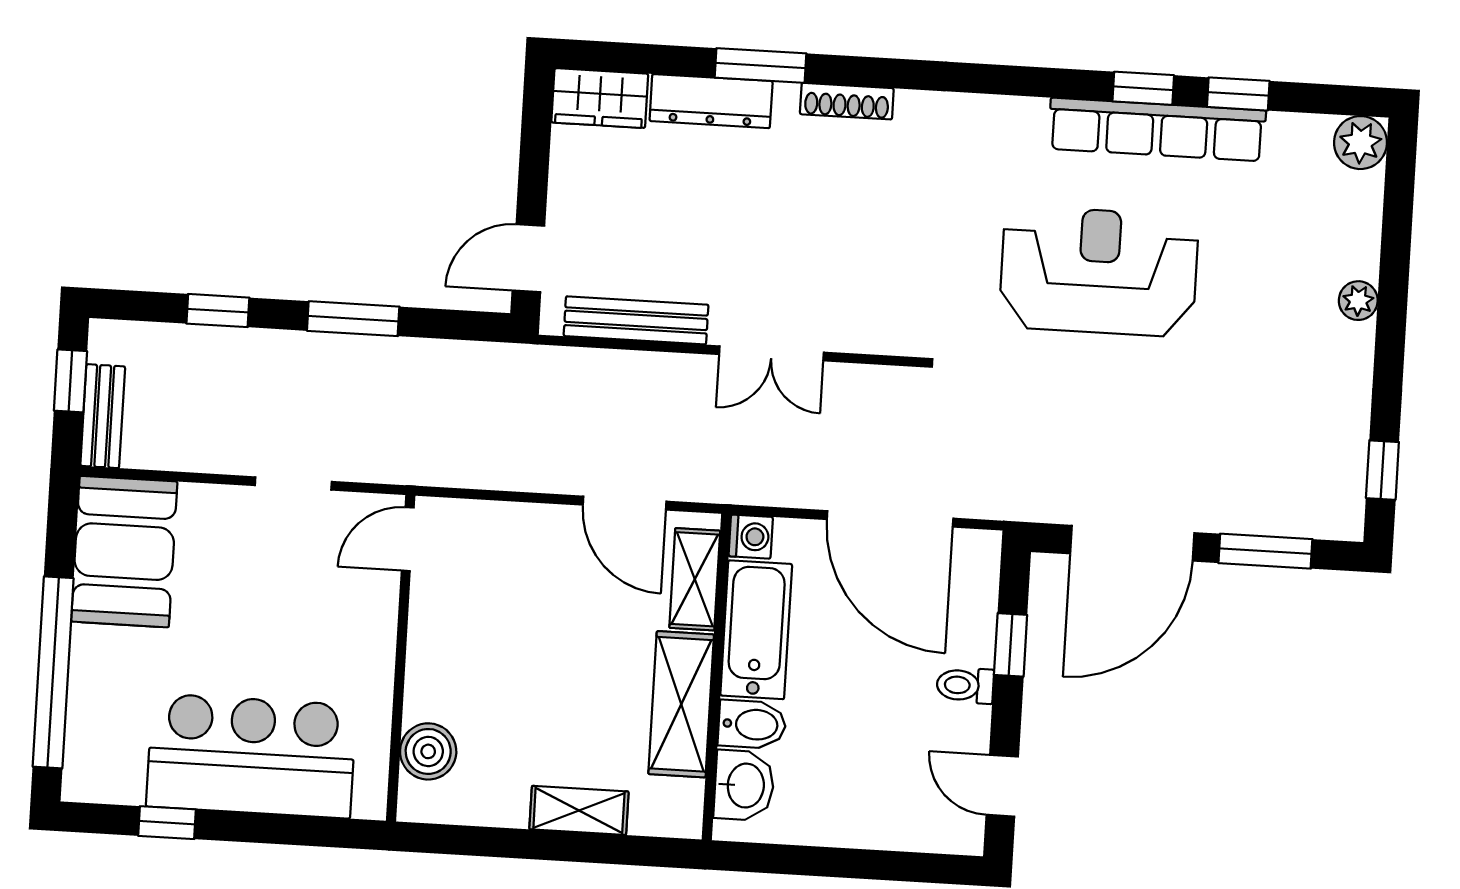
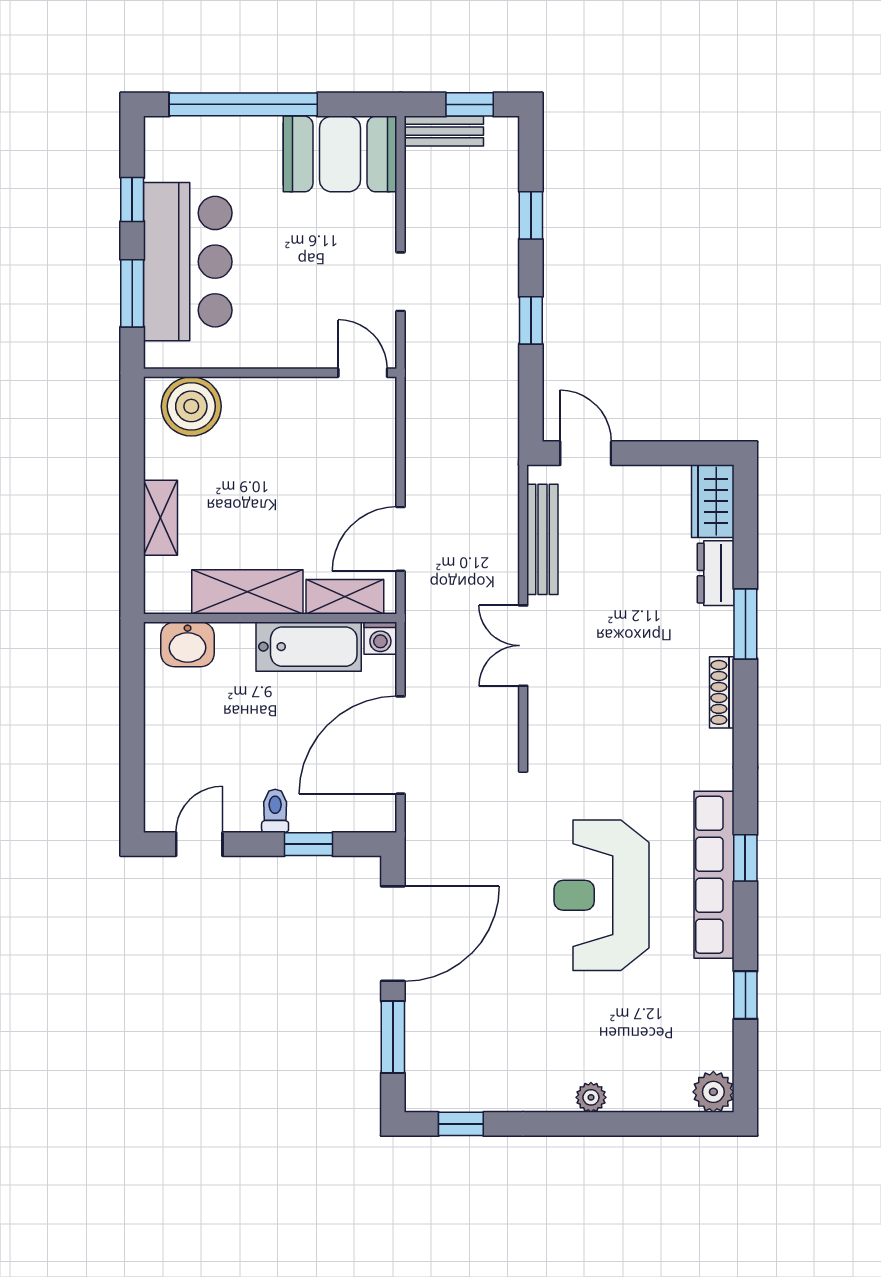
window: (1143, 88) -> (745, 858), moved
dresser: (711, 101) -> (716, 573), width x0.70
row of seats: (1157, 130) -> (714, 875), moved
reception desk: (1099, 271) -> (602, 895), turned 180
window: (353, 319) -> (531, 320), width x0.67
door: (1132, 543) -> (393, 934), swing flipped
bidet: (752, 724) -> (235, 648), removed
boiler: (428, 751) -> (191, 406), width x1.37, depth x1.37
window: (288, 830) -> (132, 293), added

